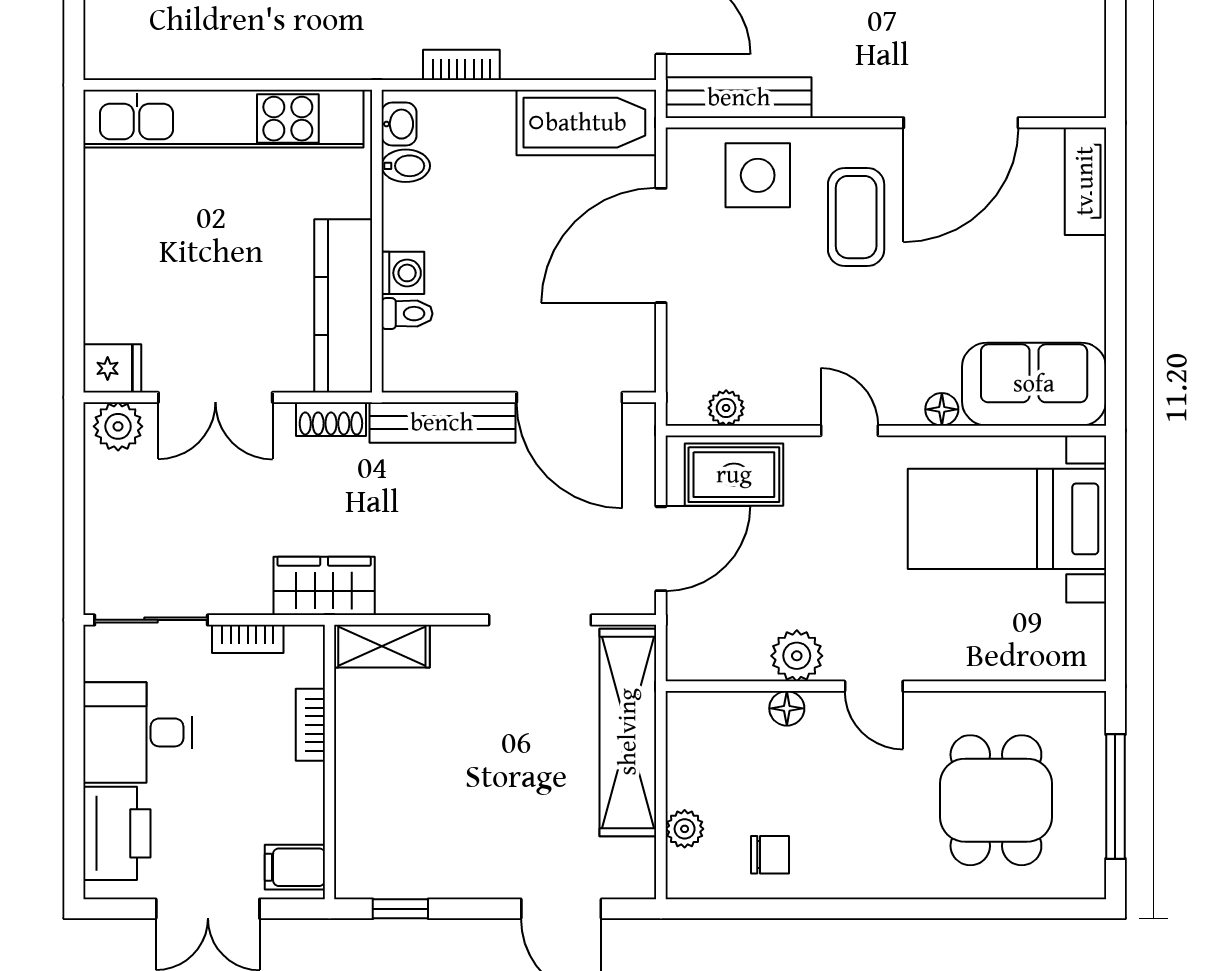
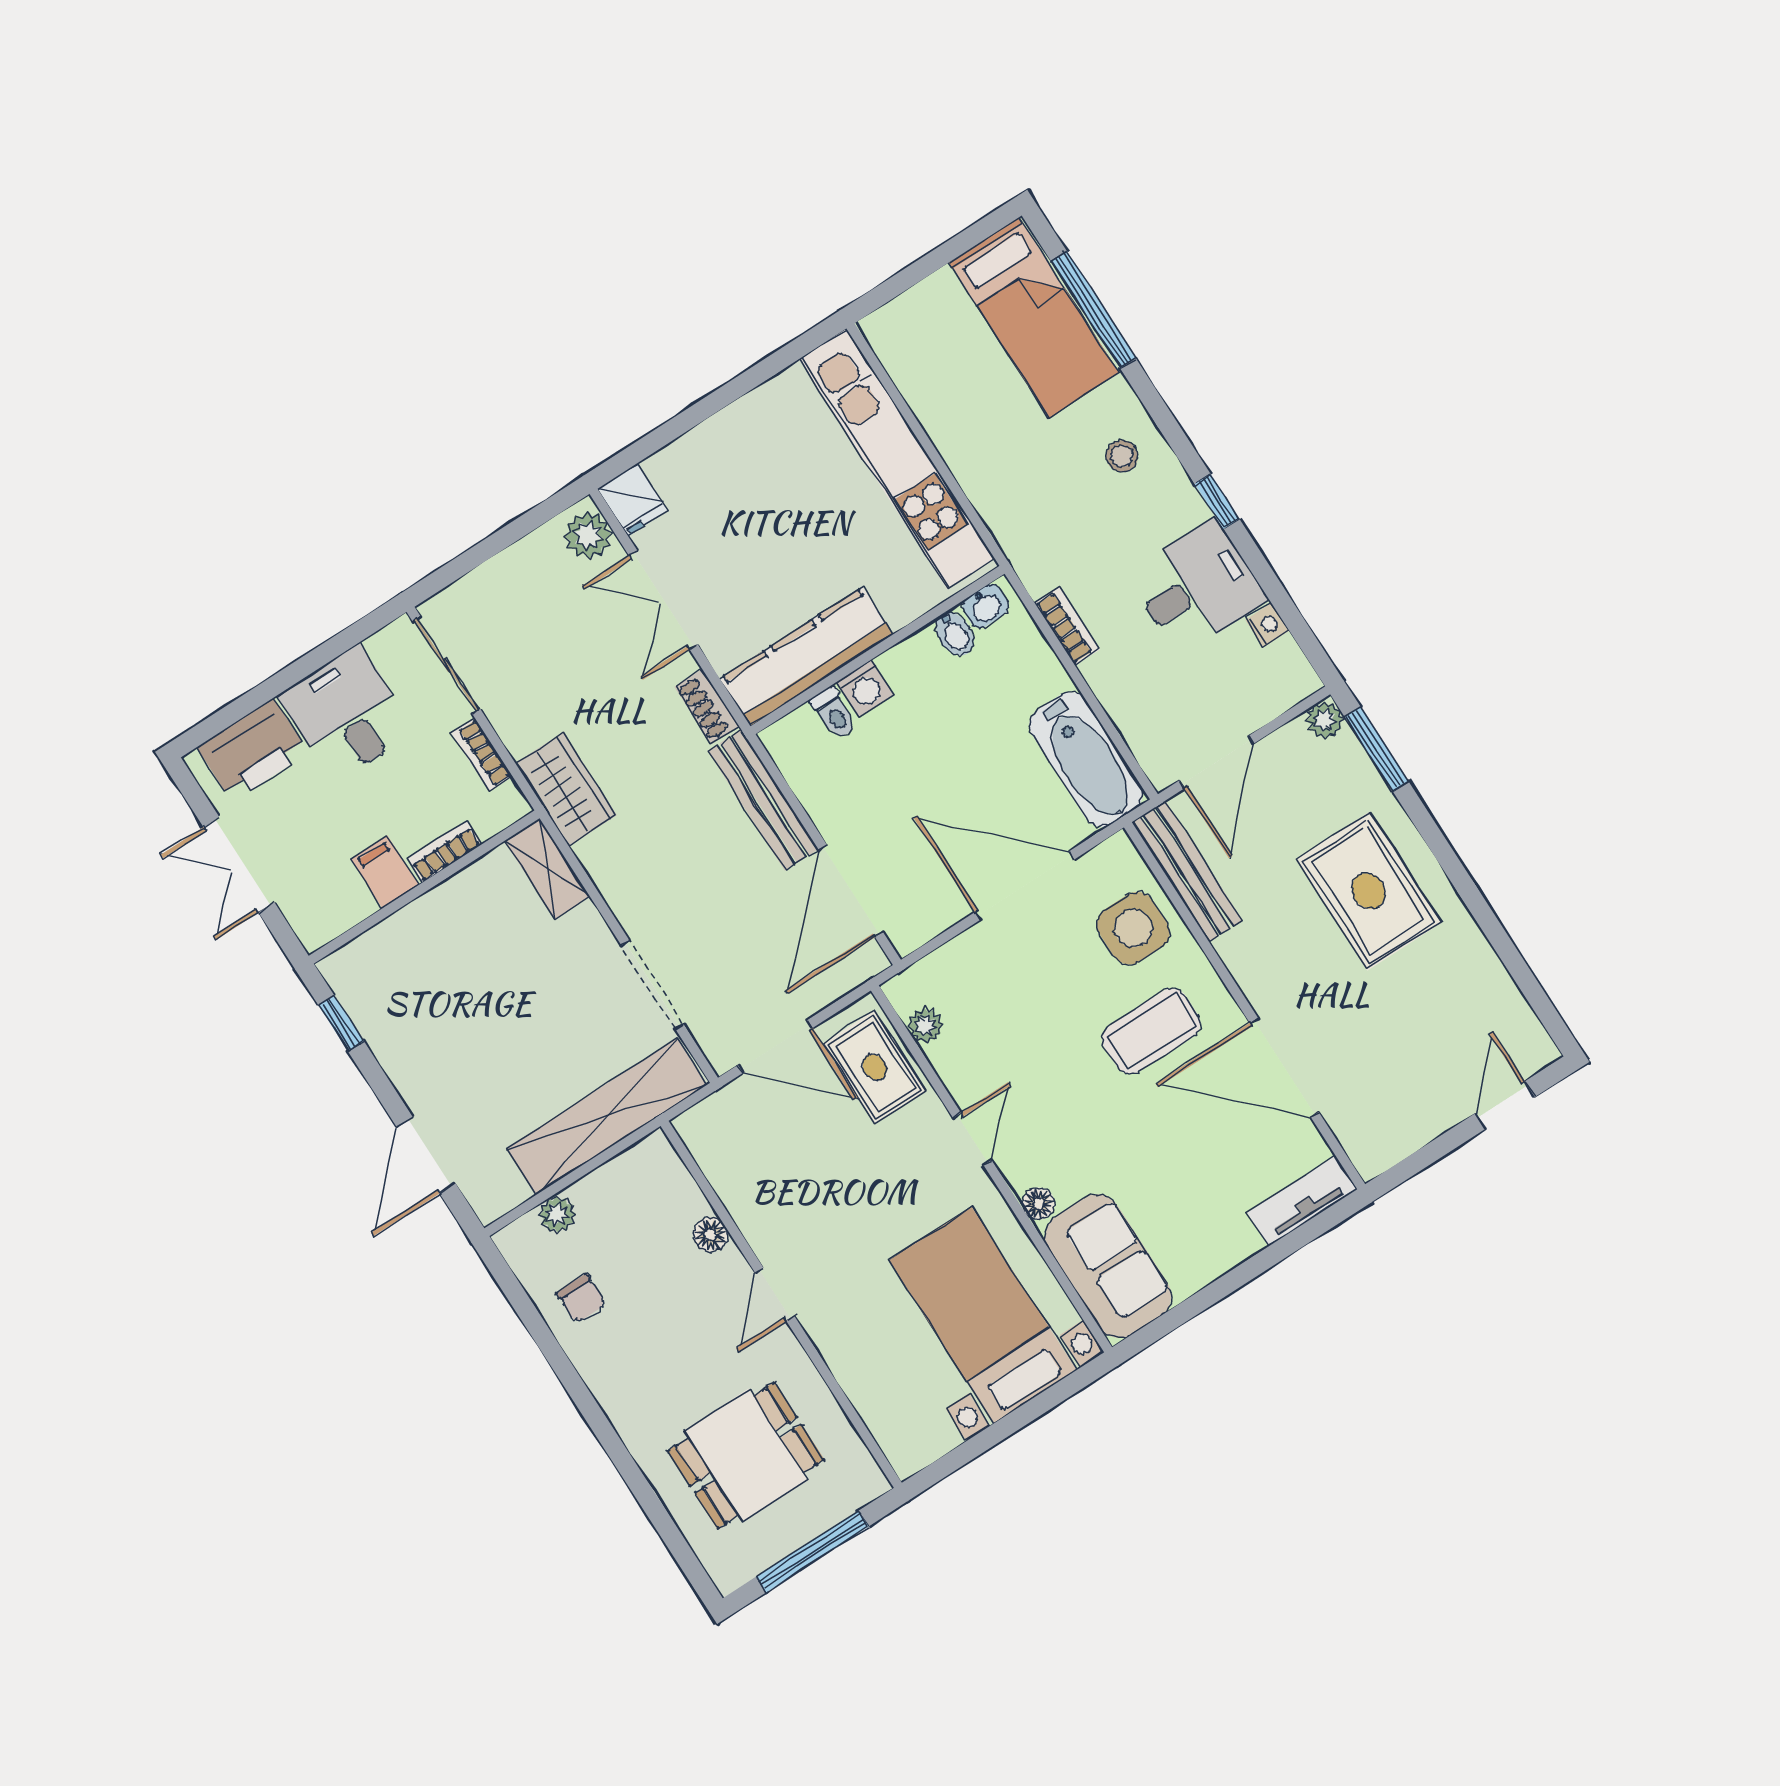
plant: (797, 656) -> (759, 1215), removed
filing cabinet: (295, 867) -> (385, 872), moved

